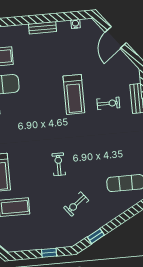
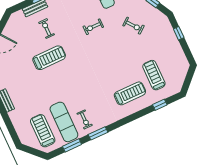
exercise bike: (59, 164) -> (93, 27), moved

